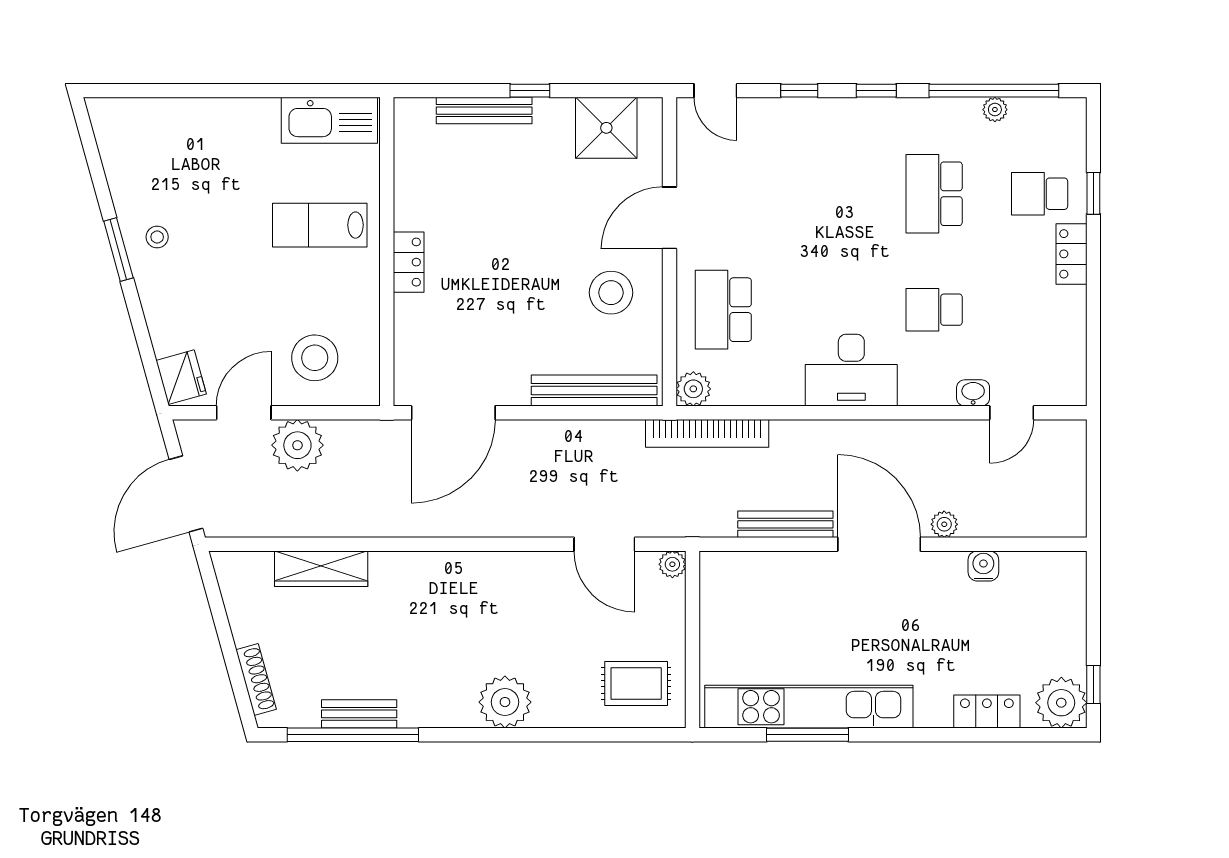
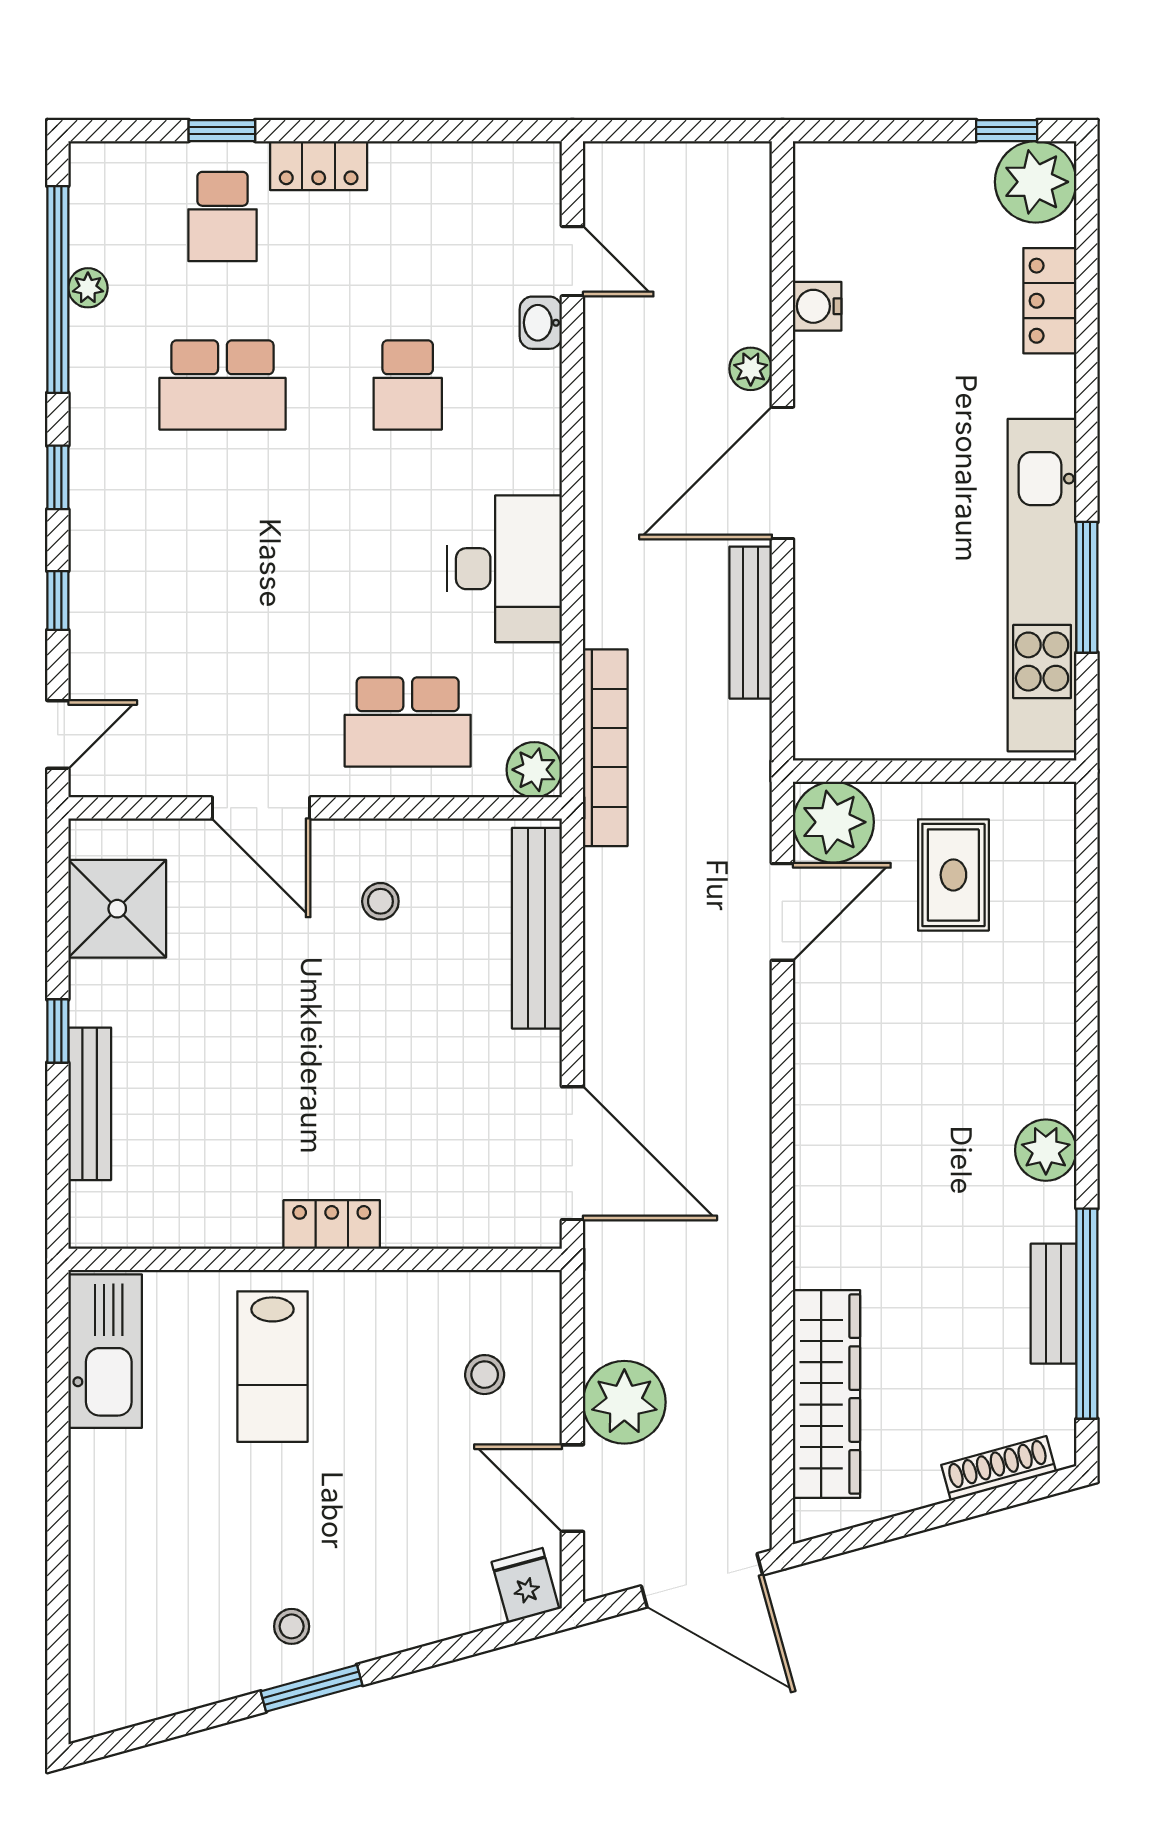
stool: (611, 293) -> (380, 901), width x0.53, depth x0.53
stool: (315, 358) -> (485, 1375), width x0.53, depth x0.53
desk: (851, 370) -> (504, 569), moved
fridge: (181, 377) -> (525, 1585), width x0.72
plant: (672, 564) -> (833, 822), width x1.88, depth x1.88
wardrobe: (321, 569) -> (827, 1394), width x1.40, depth x1.17
rug: (636, 684) -> (953, 875), moved
plant: (505, 702) -> (1046, 1150), moved, width x0.73, depth x0.73

